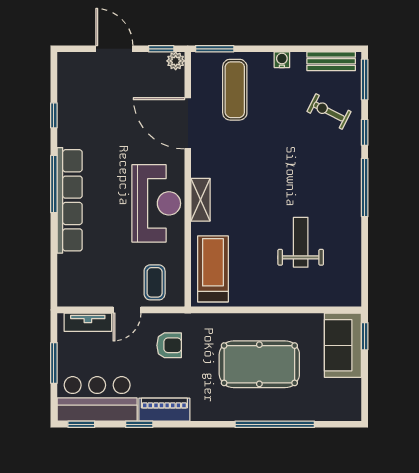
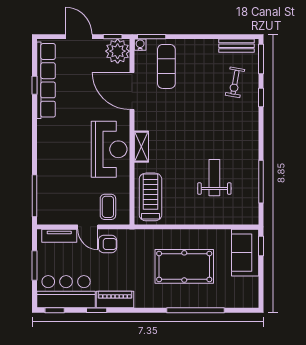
water cooler: (282, 60) -> (140, 45), moved
plant: (176, 61) -> (118, 51), width x1.87, depth x1.87
exercise bike: (329, 112) -> (235, 82), turned -107
window: (54, 184) -> (35, 196), moved
window: (365, 188) -> (261, 182), moved
row of seats: (70, 200) -> (46, 80), moved
door: (127, 310) -> (88, 227), hinge flipped
armchair: (169, 345) -> (108, 244), moved

